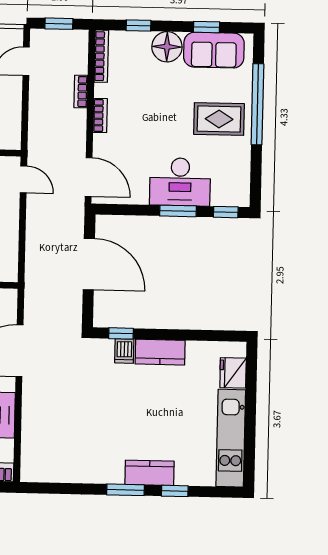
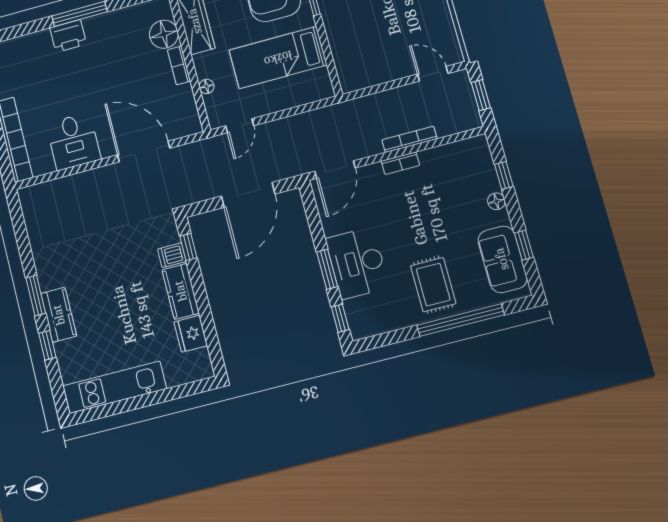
floor lamp: (167, 47) -> (496, 201), width x0.53, depth x0.53
bookcase: (101, 56) -> (461, 147), removed
bookcase: (81, 92) -> (409, 139), width x1.56
door: (23, 179) -> (240, 126), moved
fridge: (233, 373) -> (191, 334), moved, turned -90

